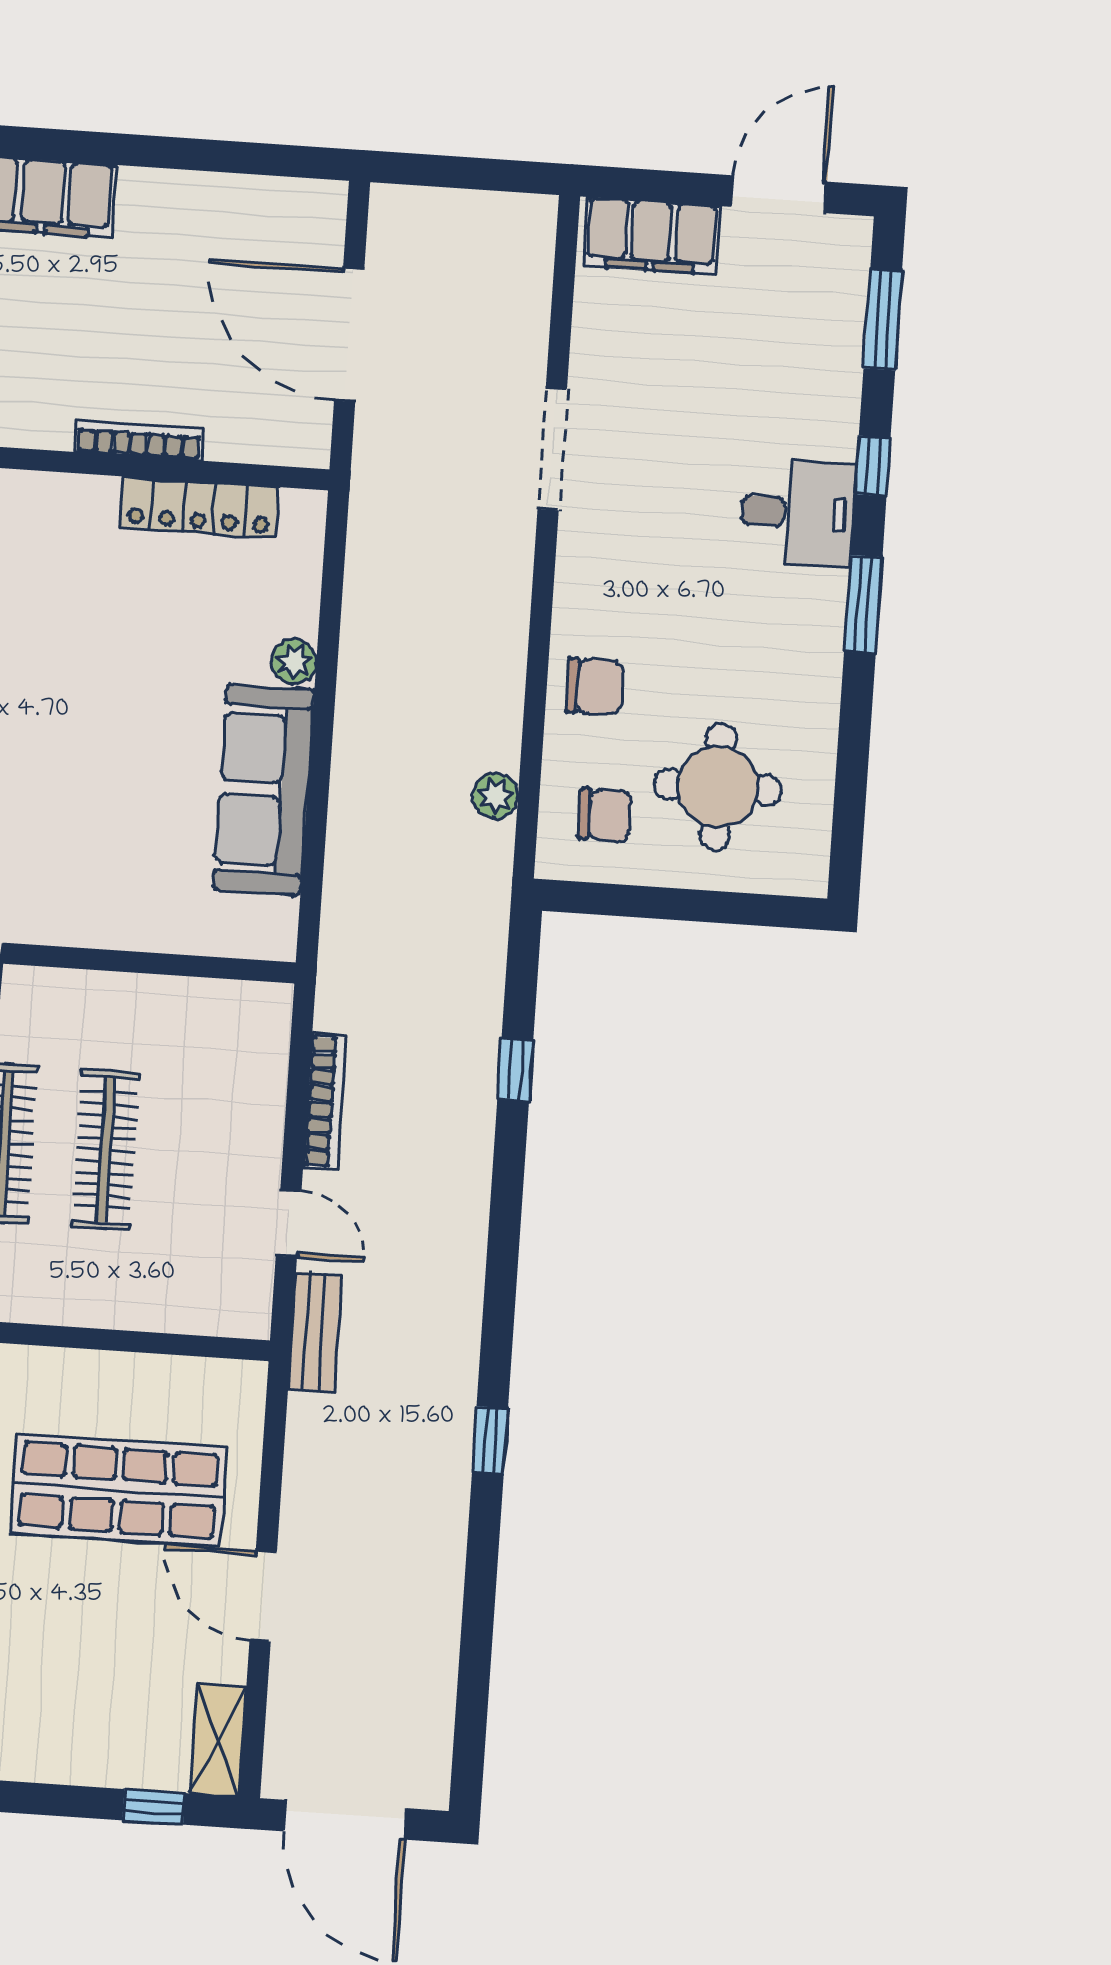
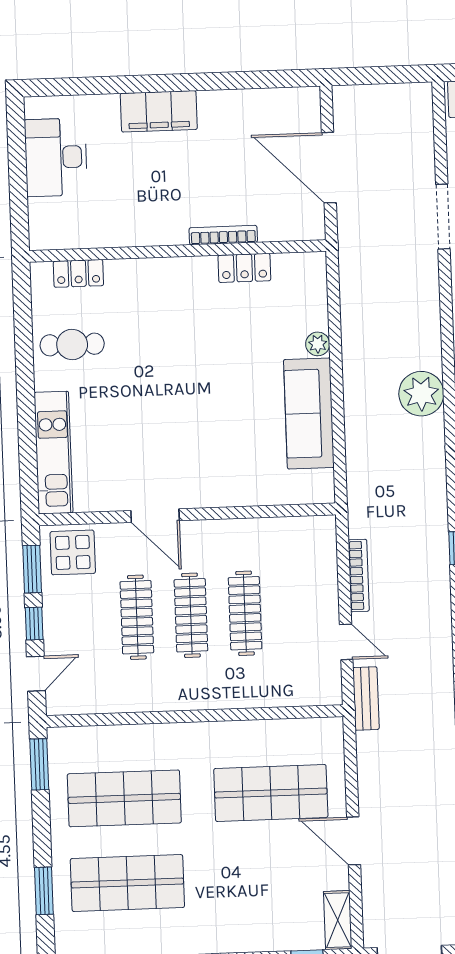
locker: (199, 507) -> (244, 268), width x0.66
plant: (496, 796) -> (421, 394), width x1.87, depth x1.87

